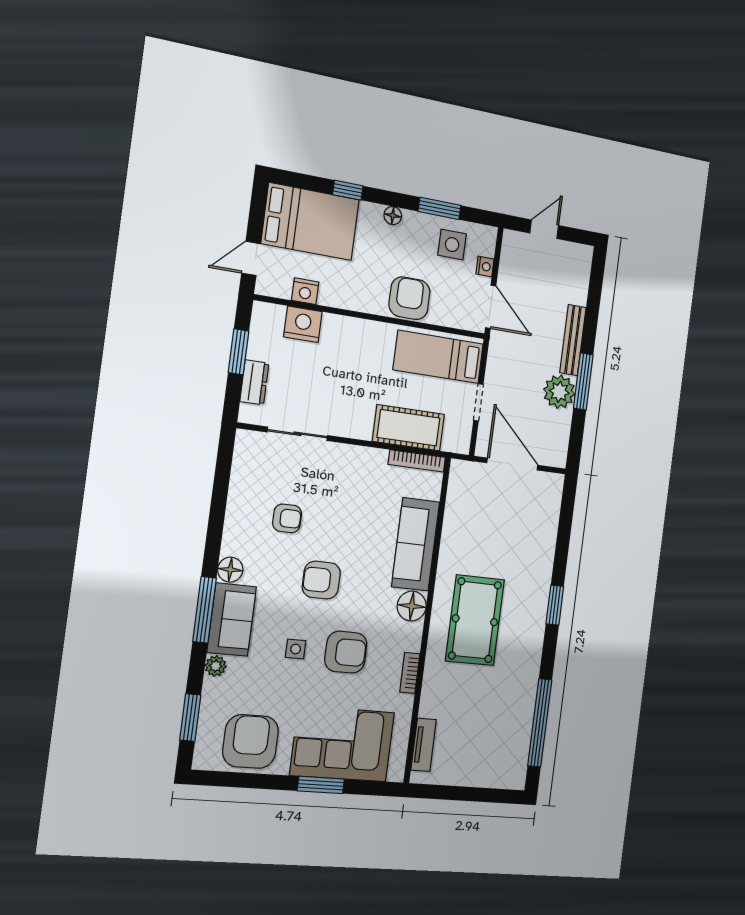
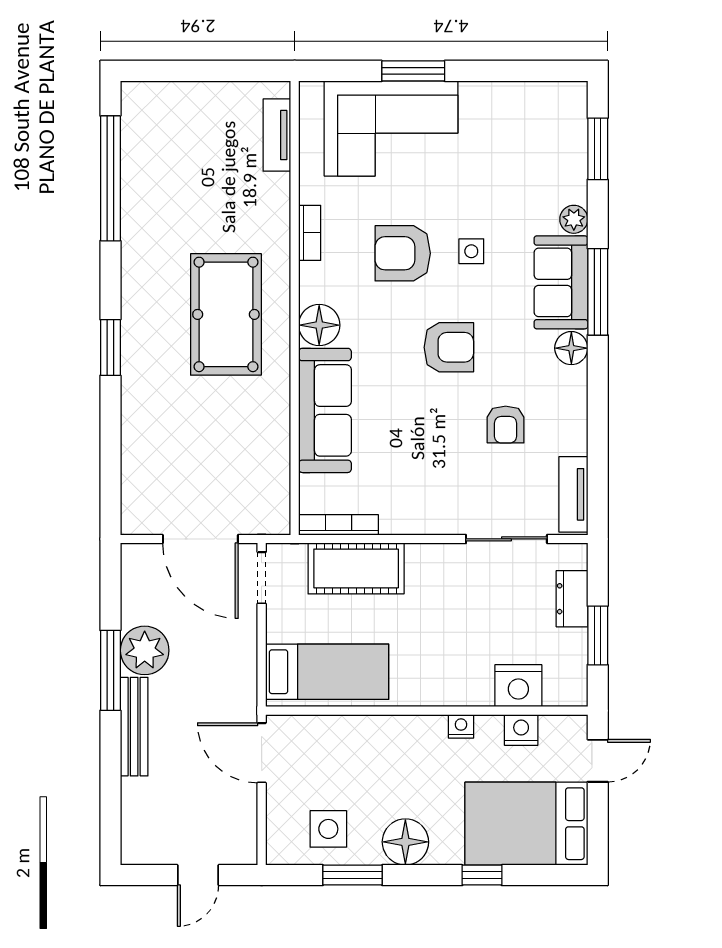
floor lamp: (393, 216) -> (405, 842), width x1.89, depth x1.89
nightstand: (485, 266) -> (461, 726), moved, turned 90
armchair: (409, 298) -> (378, 745), removed
doorway: (478, 402) -> (262, 578), moved
tv unit: (243, 460) -> (573, 494), added
armchair: (287, 518) -> (506, 425), turned -90
armchair: (251, 741) -> (515, 123), removed

